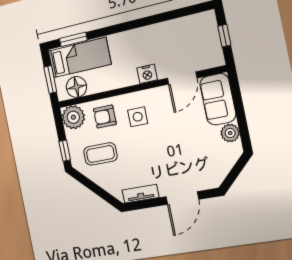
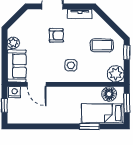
window: (73, 39) -> (90, 126), moved
nightstand: (147, 74) -> (15, 92), moved
door: (182, 78) -> (37, 84), swing flipped
armchair: (105, 117) -> (56, 35), moved

